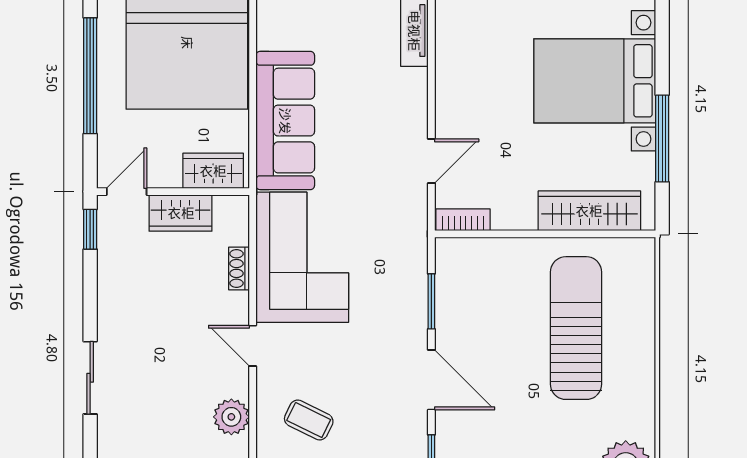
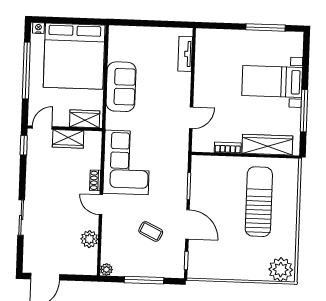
bed with nightstands: (595, 81) -> (272, 81), width x0.73
sofa: (285, 121) -> (121, 87), width x0.73
bookcase: (463, 220) -> (228, 148), moved
shoe rack: (239, 268) -> (95, 180), moved
coffee table: (309, 420) -> (151, 231), moved

